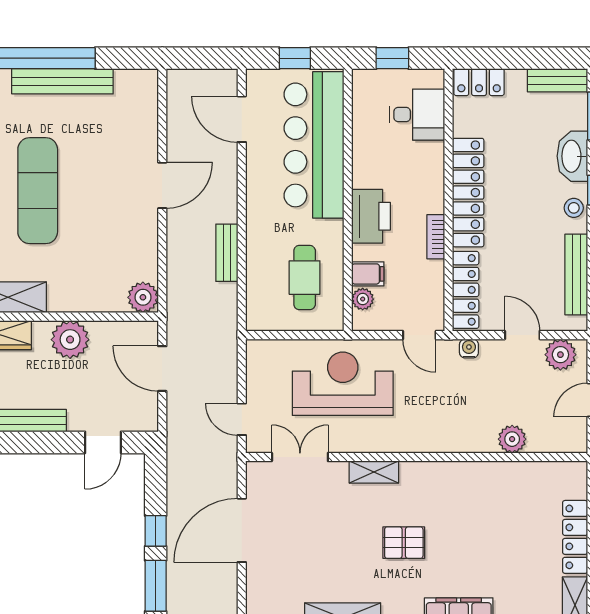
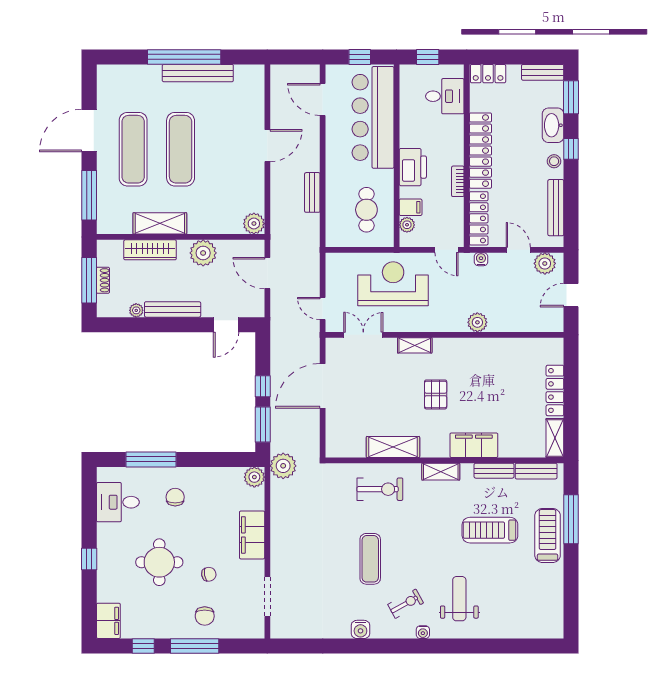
plant: (512, 439) -> (477, 322), moved
pallet: (404, 543) -> (436, 394), turned 90

